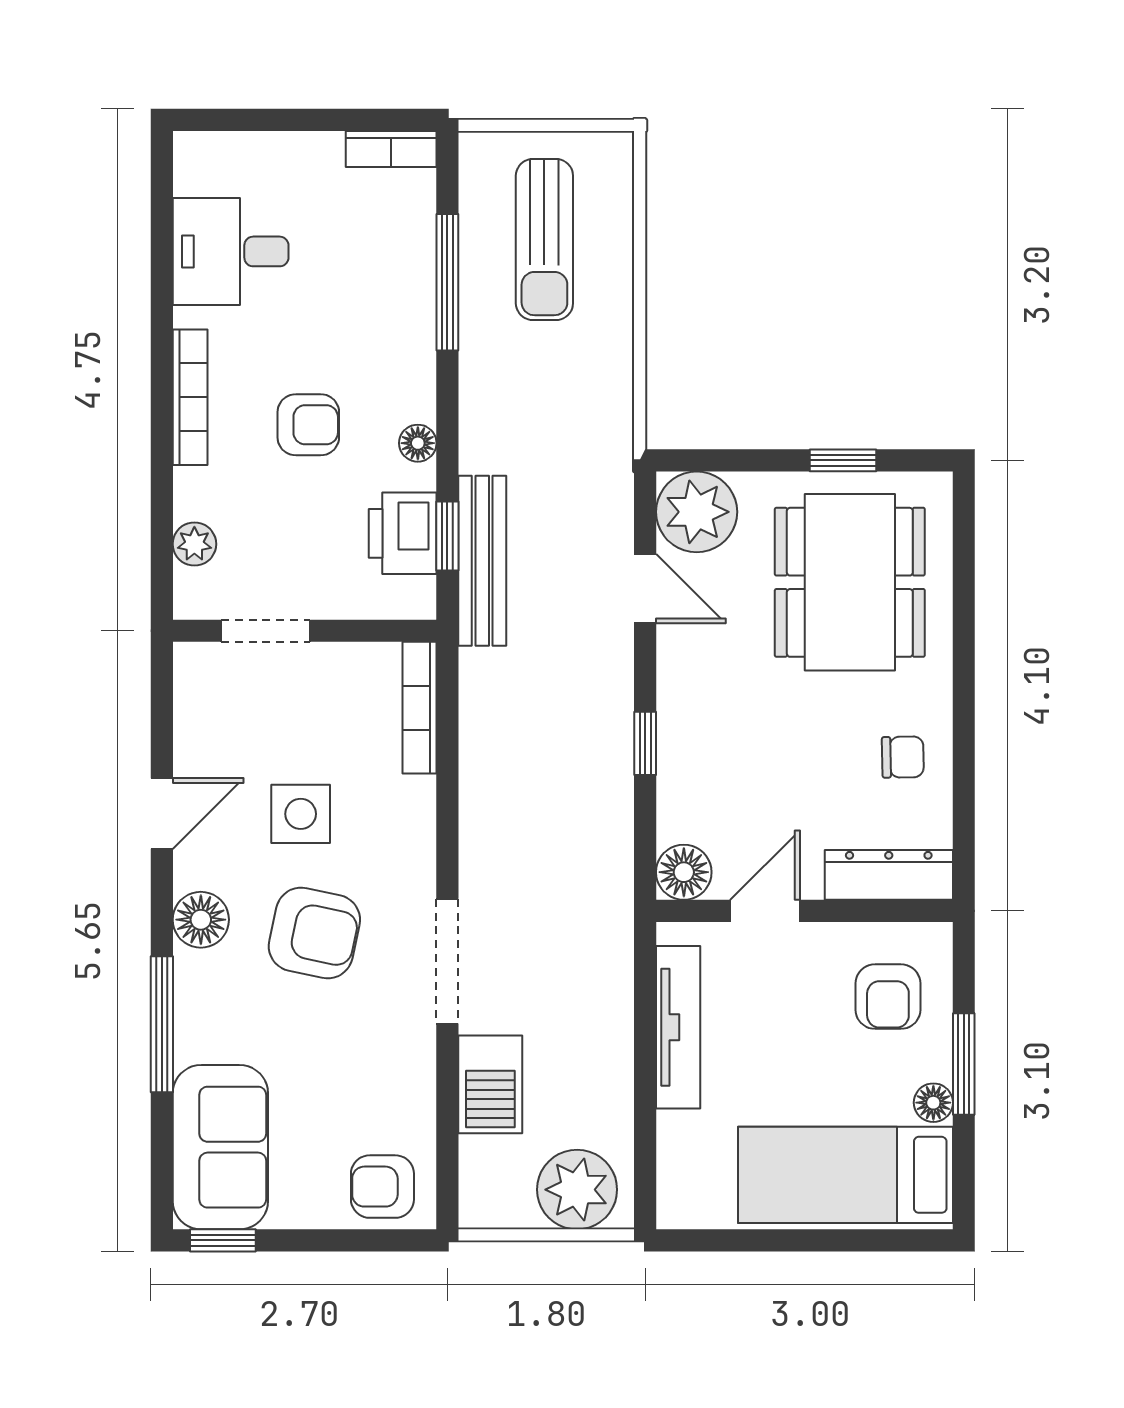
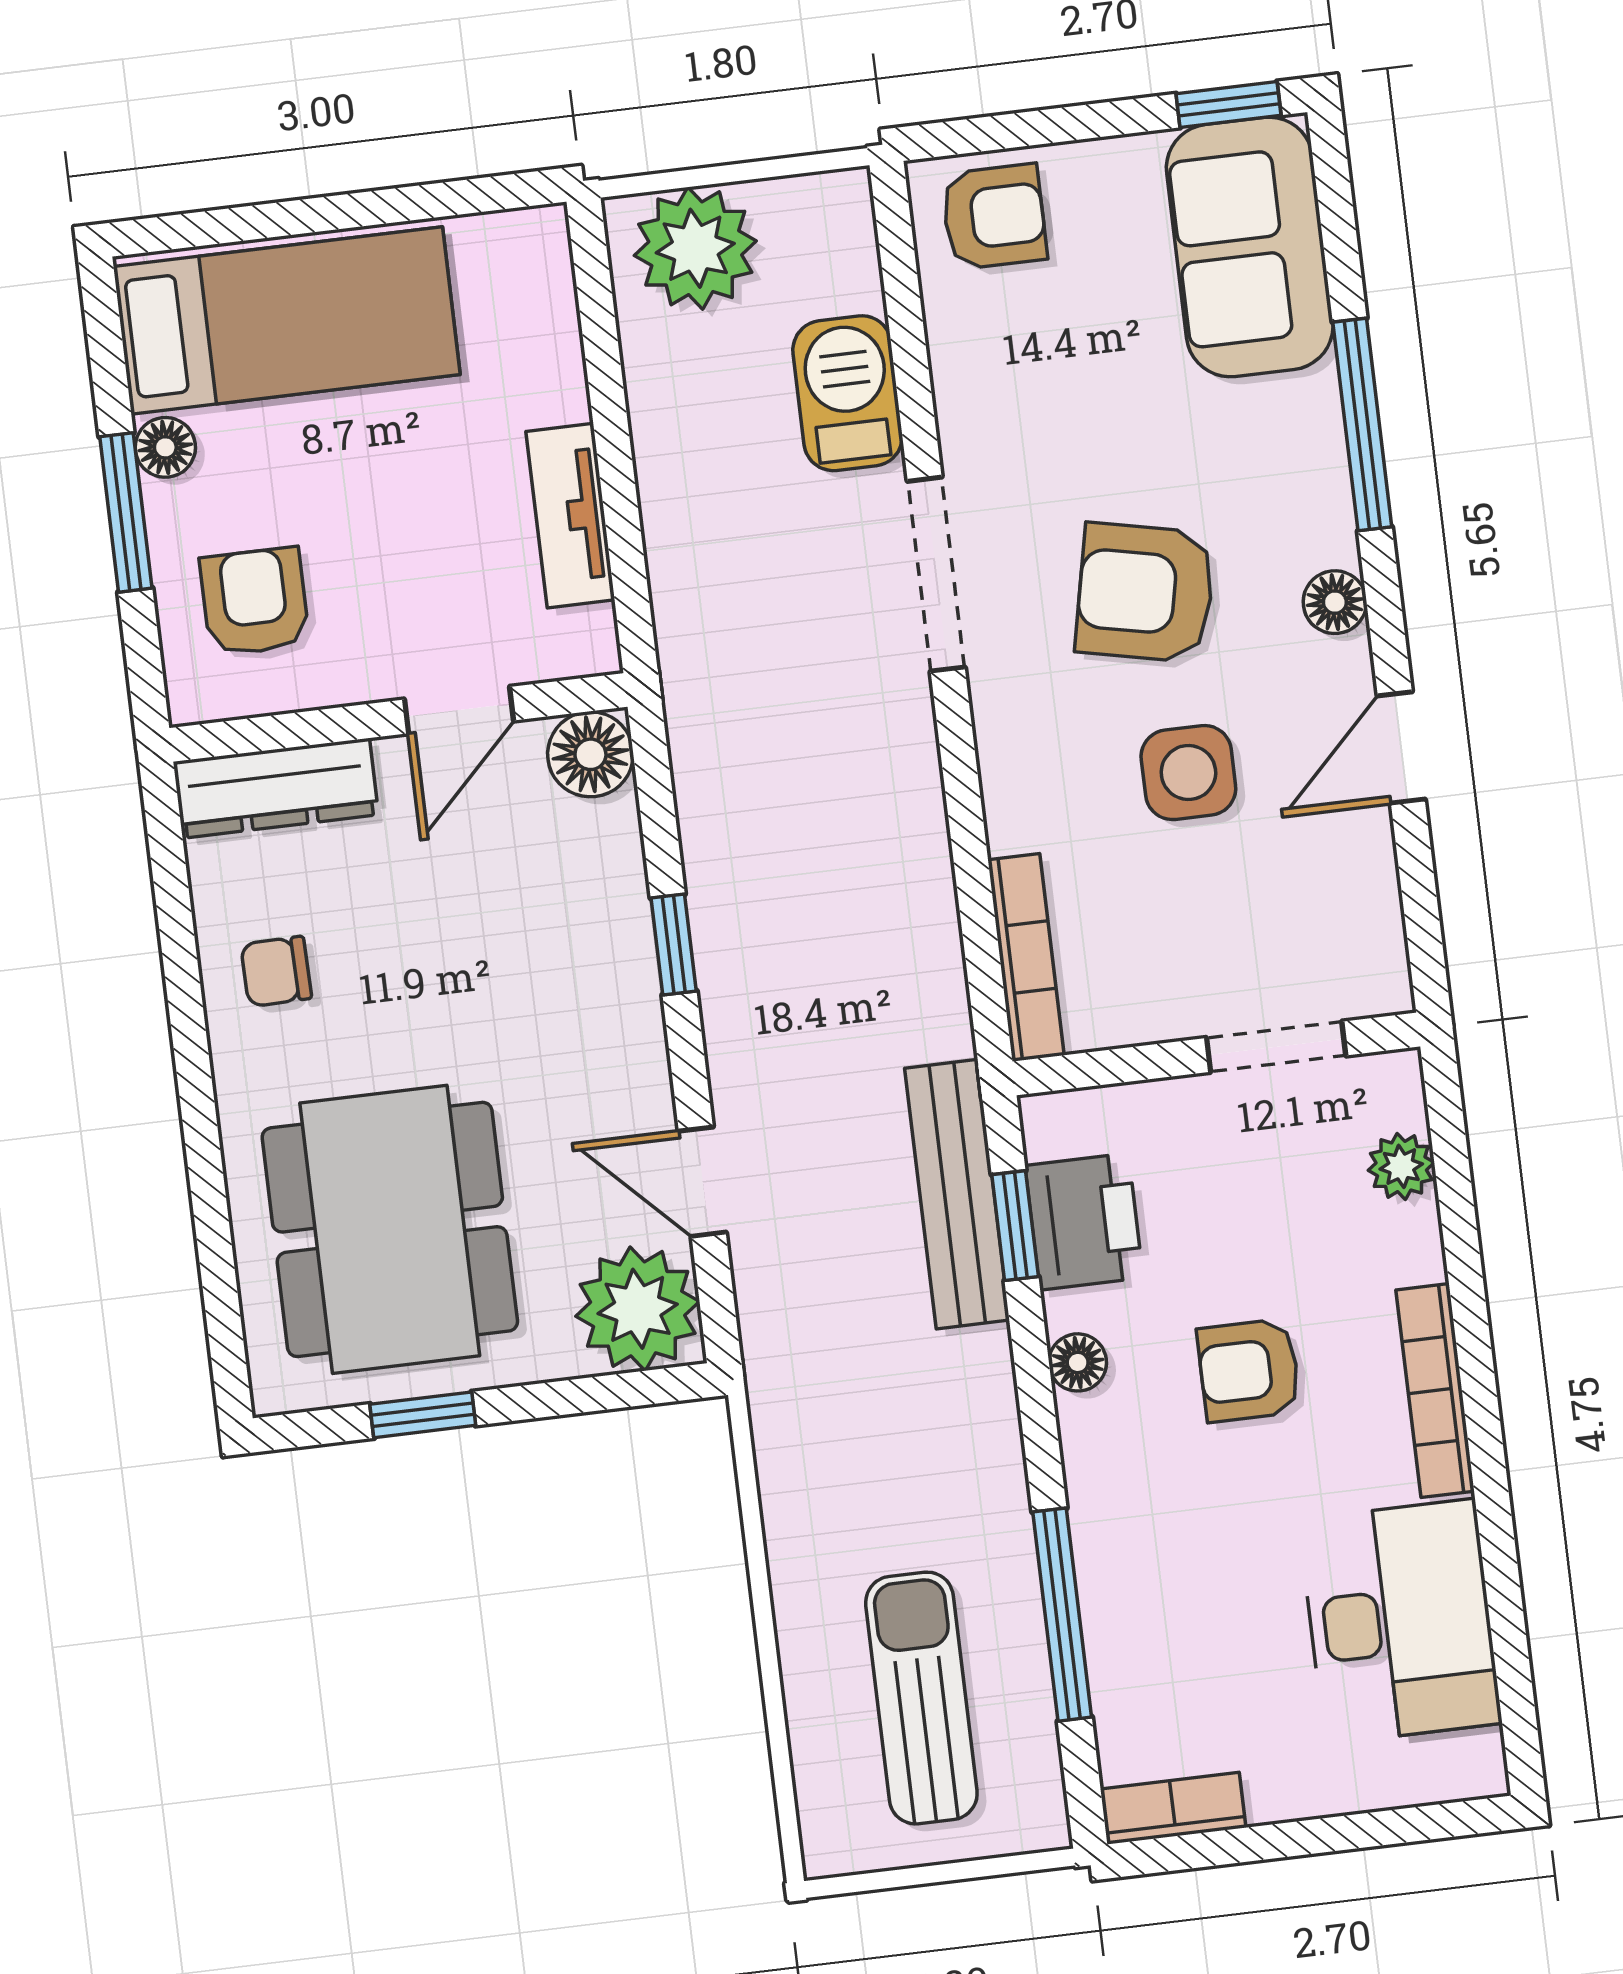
desk: (231, 251) -> (1400, 1621), width x1.37
floor lamp: (201, 920) -> (1335, 602), width x0.73, depth x0.73
tv unit: (678, 1027) -> (570, 516), width x0.71

